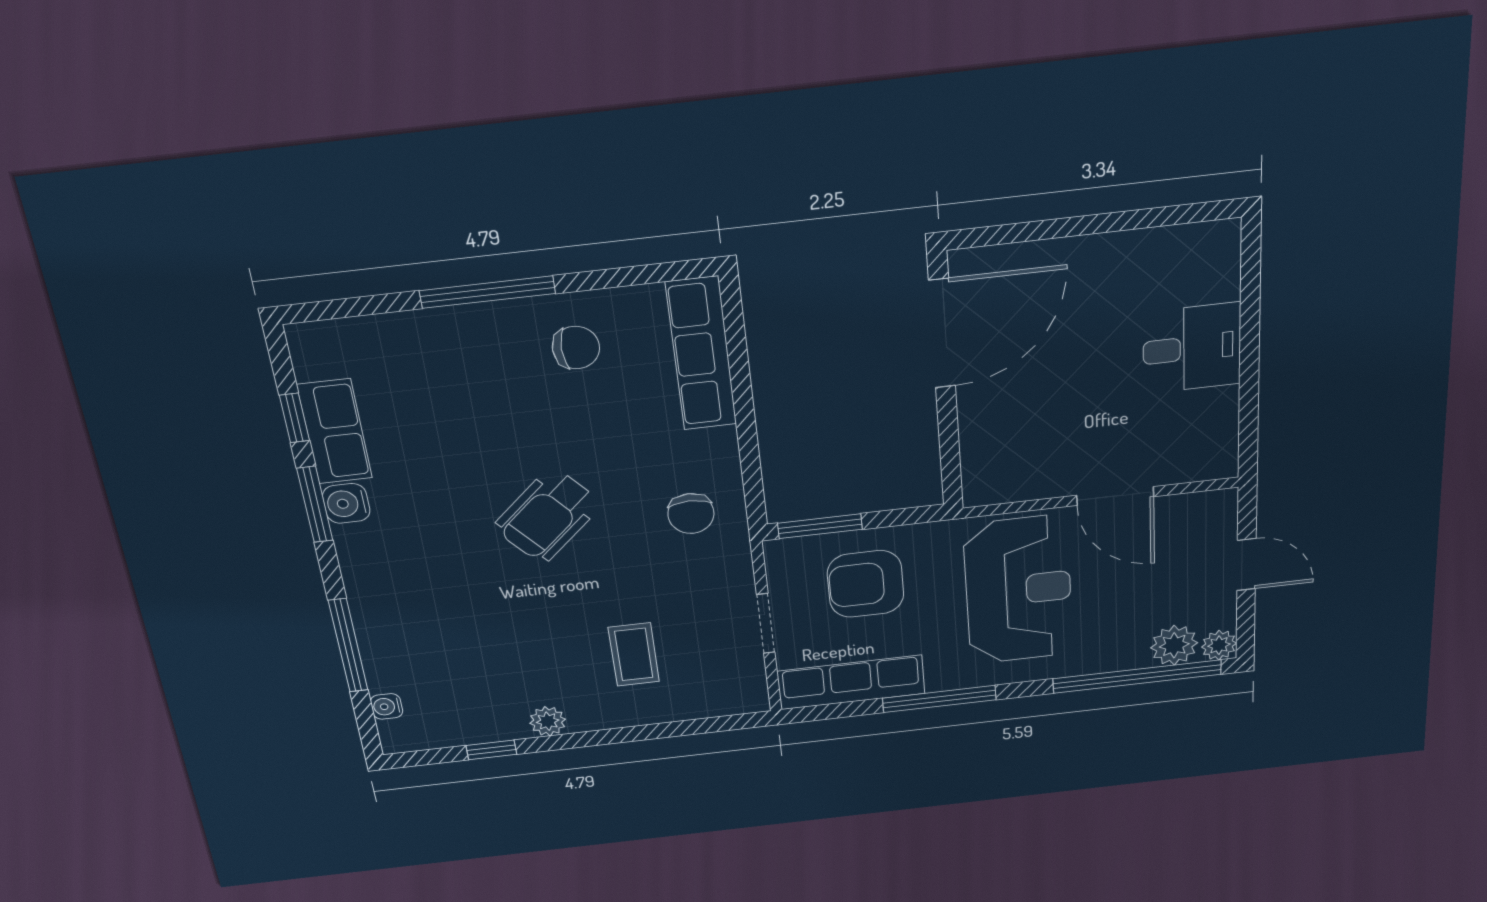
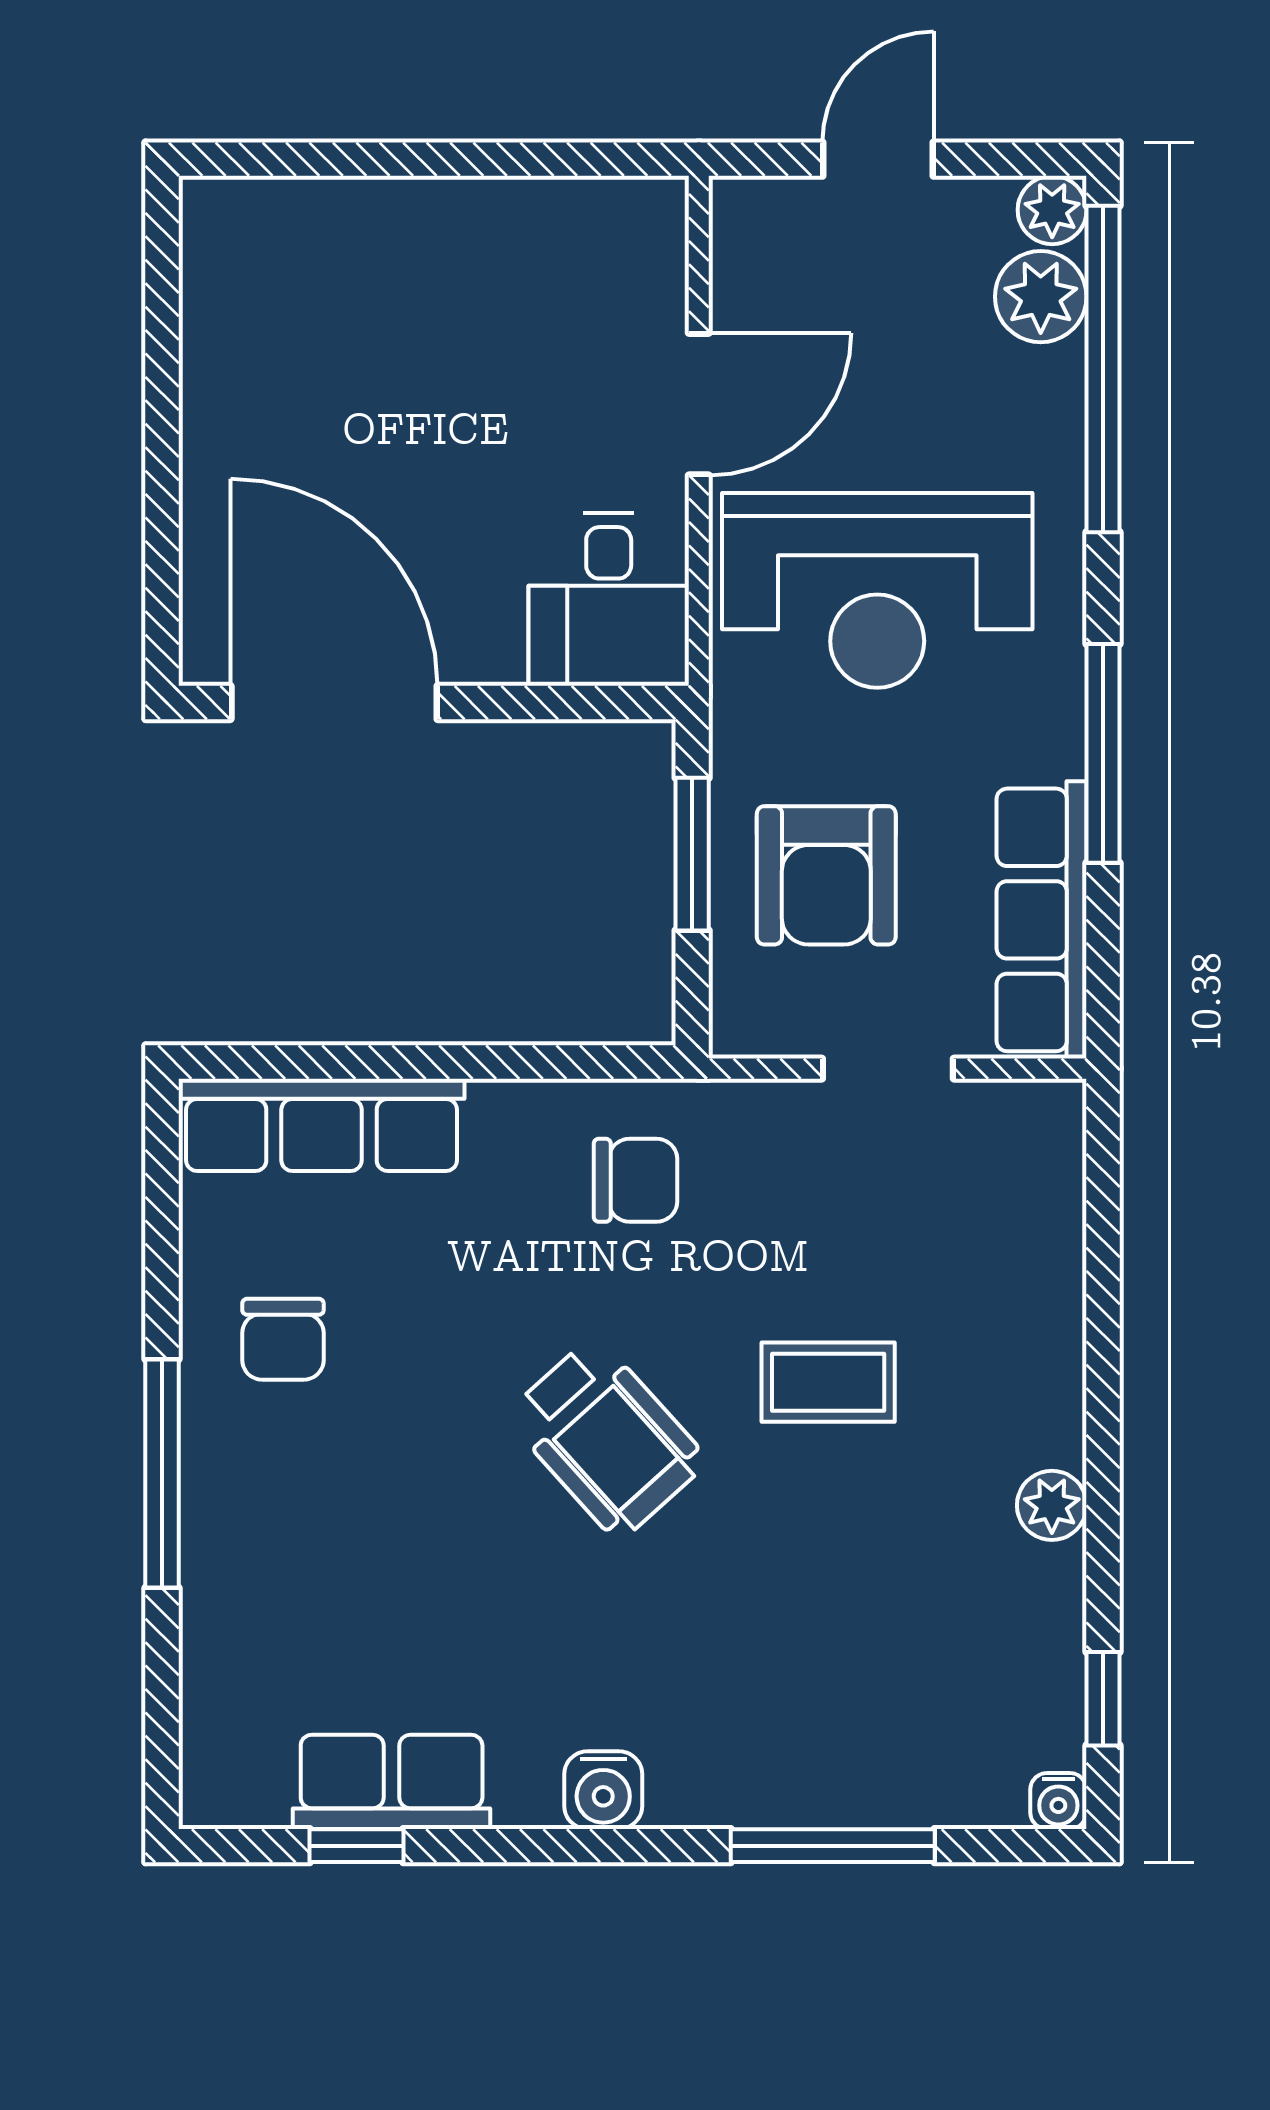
chair: (576, 348) -> (283, 1339), turned 180
desk: (1192, 348) -> (609, 599), moved, turned 180
water cooler: (346, 503) -> (603, 1790), moved
window: (315, 504) -> (531, 1846), removed
window: (820, 526) -> (692, 854), moved
reception desk: (1018, 590) -> (877, 590), turned 180
coffee table: (634, 654) -> (828, 1382), moved
water cooler: (387, 706) -> (1058, 1801), moved
window: (491, 750) -> (1103, 1699), moved

